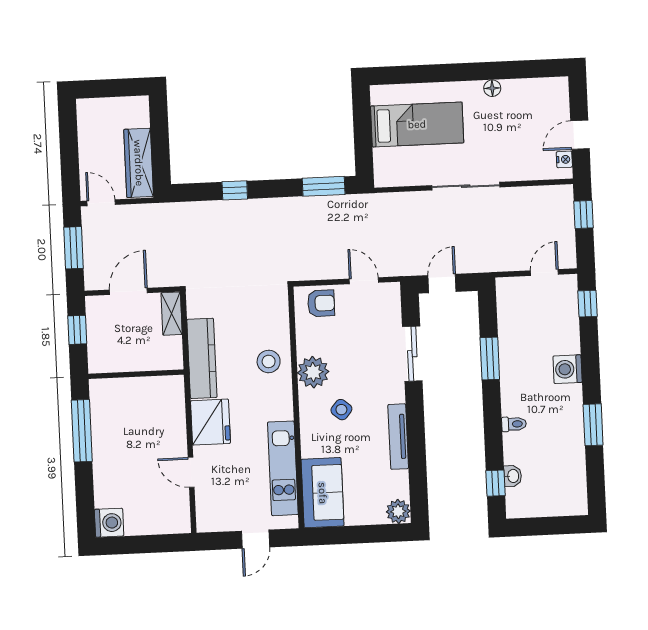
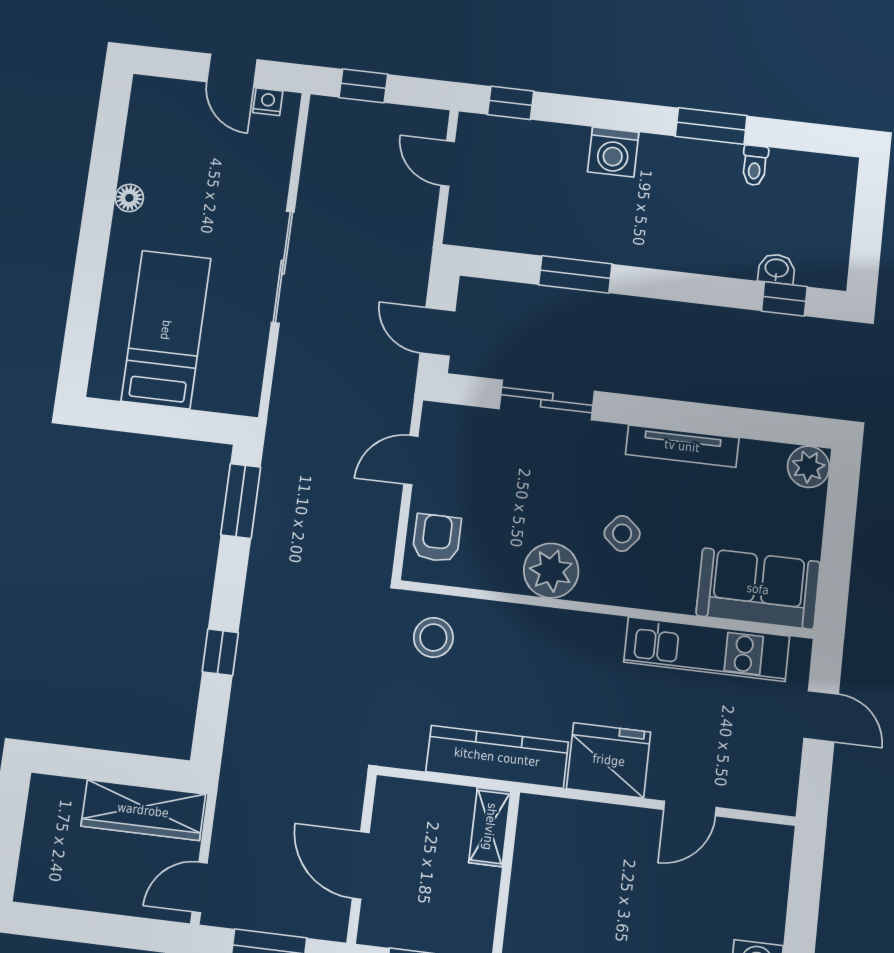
shelving: (172, 314) -> (490, 827), moved, turned 90
stool: (269, 361) -> (433, 637), moved
toilet: (514, 424) -> (755, 165), moved, turned 180

